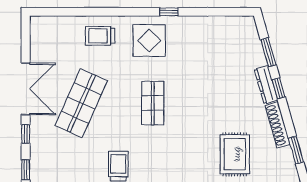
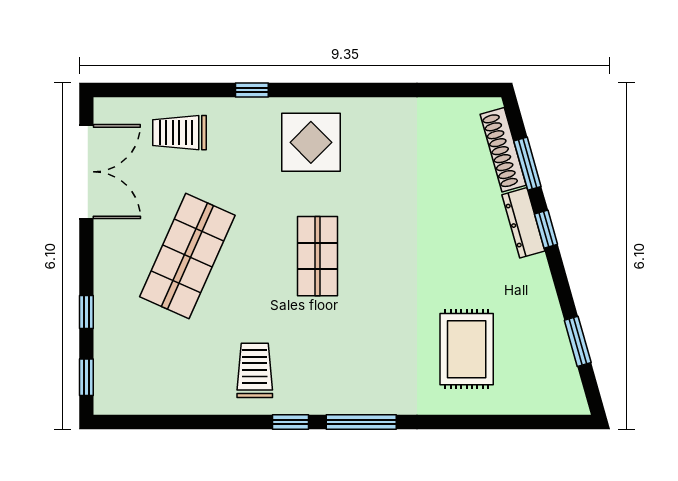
window: (169, 12) -> (252, 90), moved
trolley: (100, 36) -> (180, 133), moved
double door: (26, 89) -> (86, 172), moved
shoe rack: (278, 125) -> (503, 150), moved

